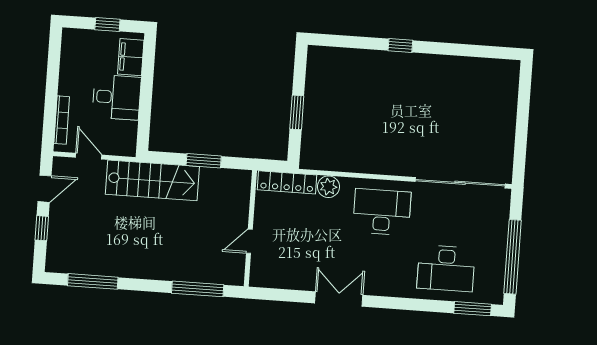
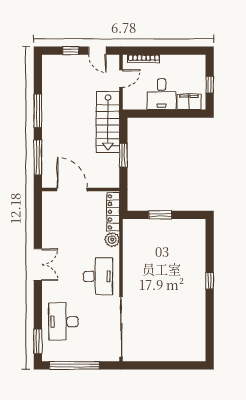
door: (249, 241) -> (72, 189), width x1.88
window: (93, 281) -> (38, 111), moved
double door: (339, 299) -> (38, 265), moved

